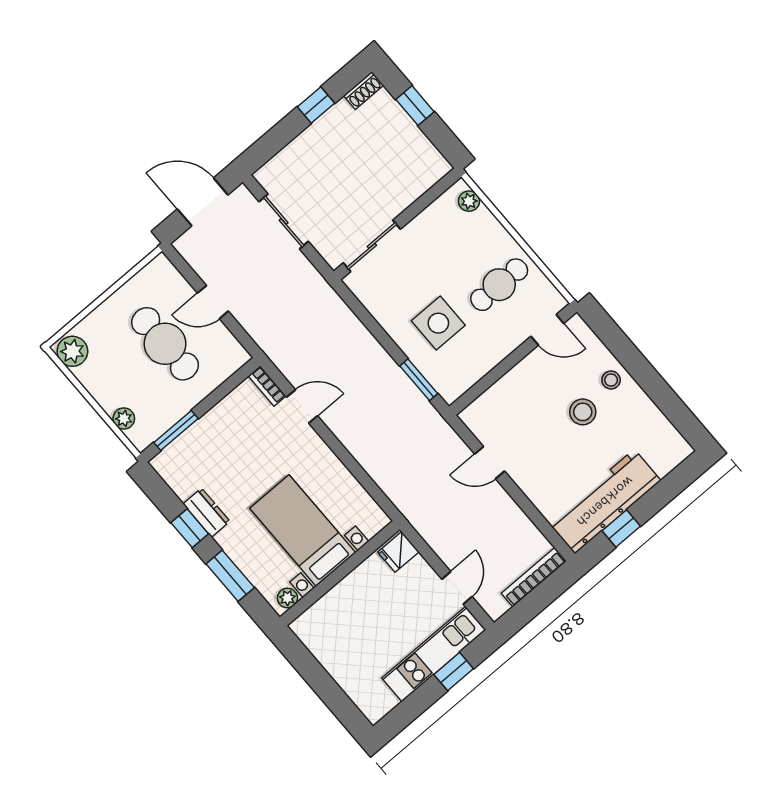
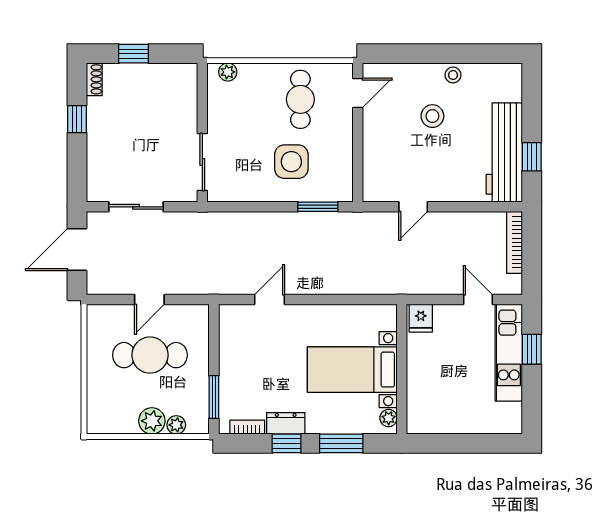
plant: (72, 351) -> (152, 421), moved
stool: (611, 380) -> (453, 75), moved
bookcase: (267, 386) -> (247, 427), moved, turned 180

